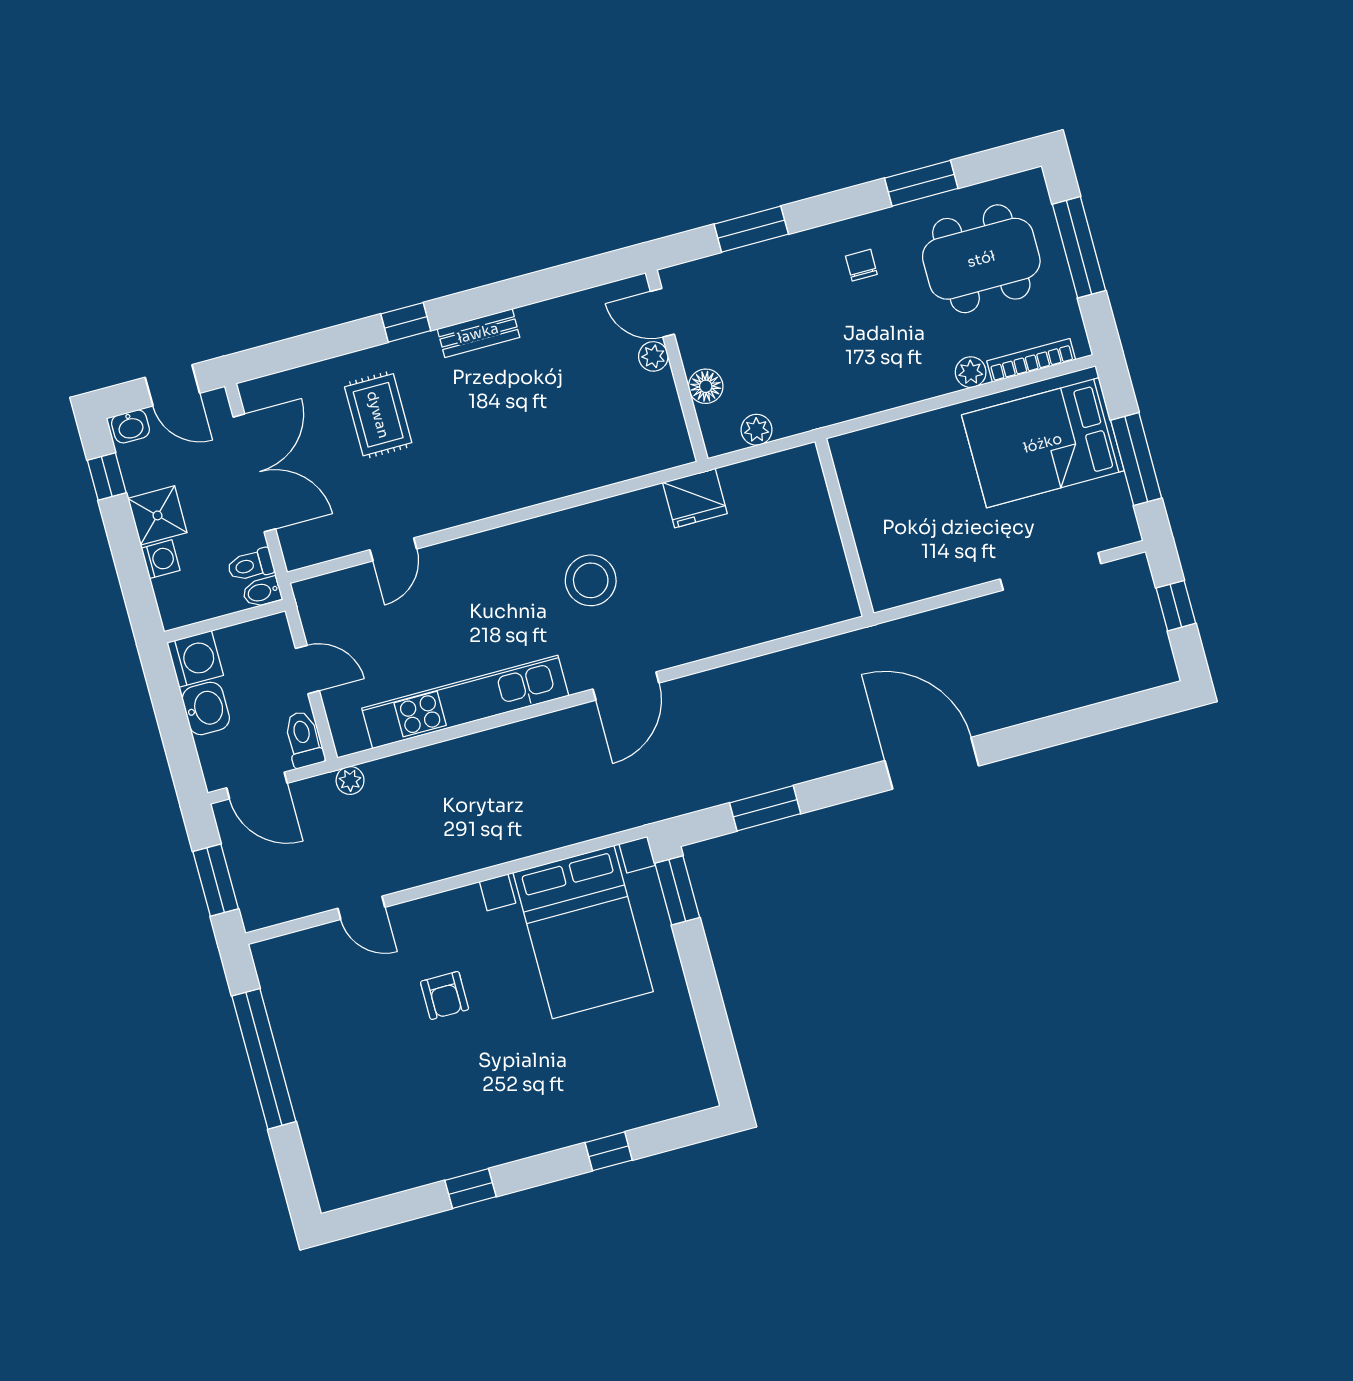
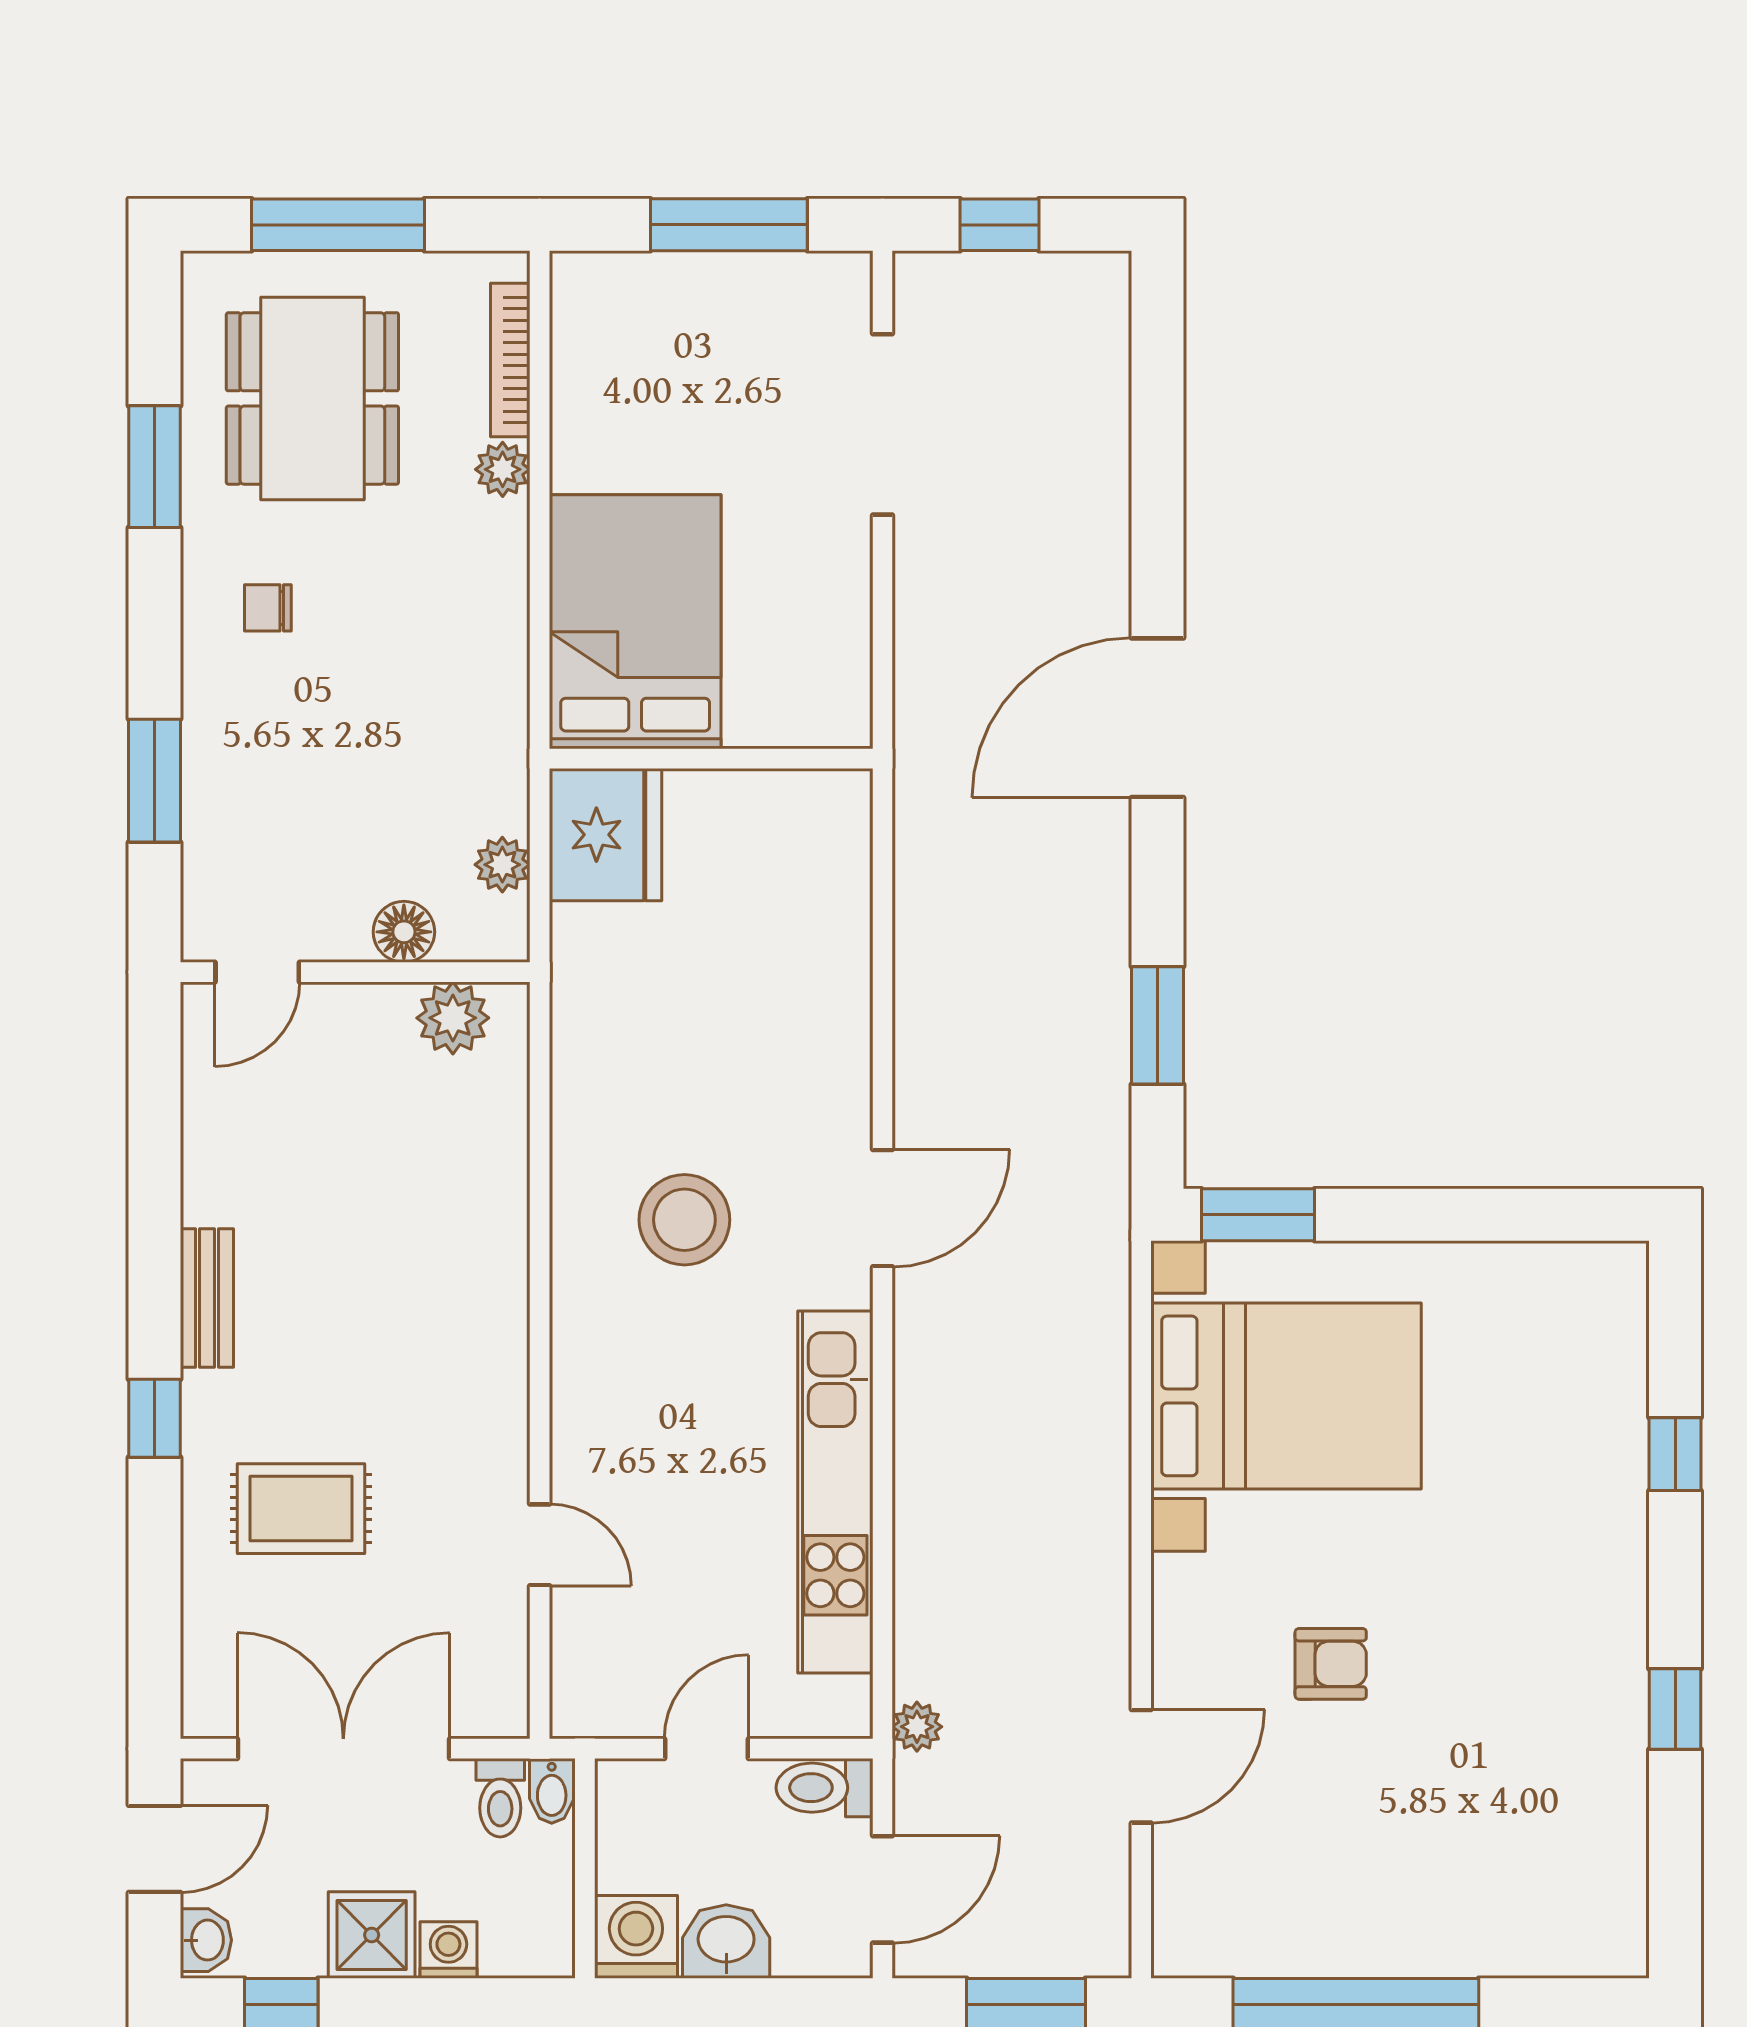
plant: (653, 356) -> (453, 1018), moved, width x1.38, depth x1.38
bed: (1043, 443) -> (635, 622), moved, turned 180
fridge: (695, 498) -> (605, 835), moved, width x1.36, depth x1.34
door: (626, 686) -> (882, 1208), hinge flipped
door: (361, 908) -> (1141, 1766), width x1.38

